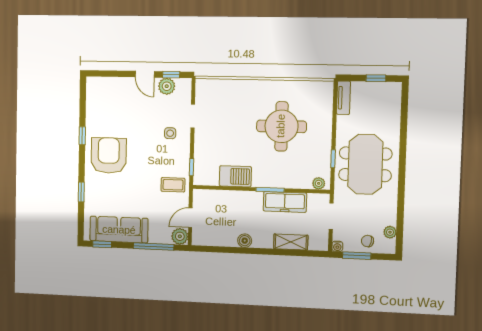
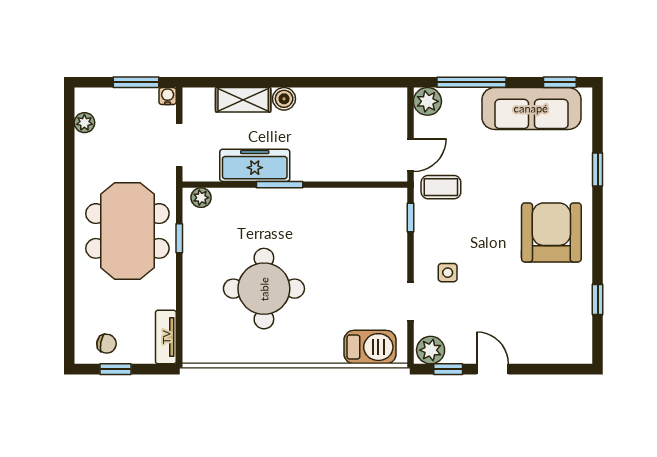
plant: (167, 86) -> (431, 350), moved
window: (82, 136) -> (598, 300), moved
armchair: (109, 156) -> (551, 232), turned 180
barbecue: (235, 176) -> (370, 347), moved, turned 180
door: (190, 218) -> (410, 155), moved
boiler: (245, 241) -> (284, 99), moved
chair: (368, 241) -> (107, 344), moved

